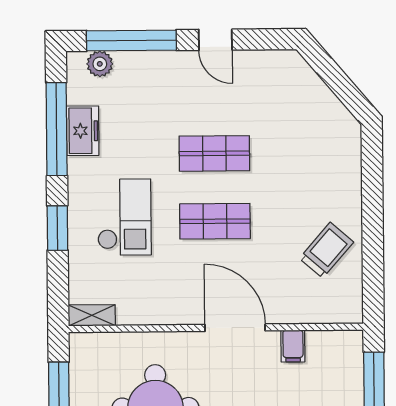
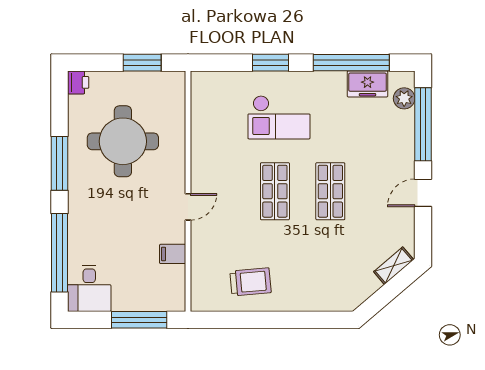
freezer: (83, 131) -> (368, 84), moved
trolley: (326, 250) -> (251, 282), turned -46
shelving: (92, 315) -> (394, 266), moved, turned 50
door: (235, 328) -> (188, 207), width x0.53

